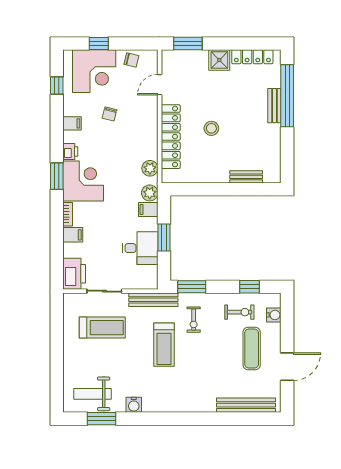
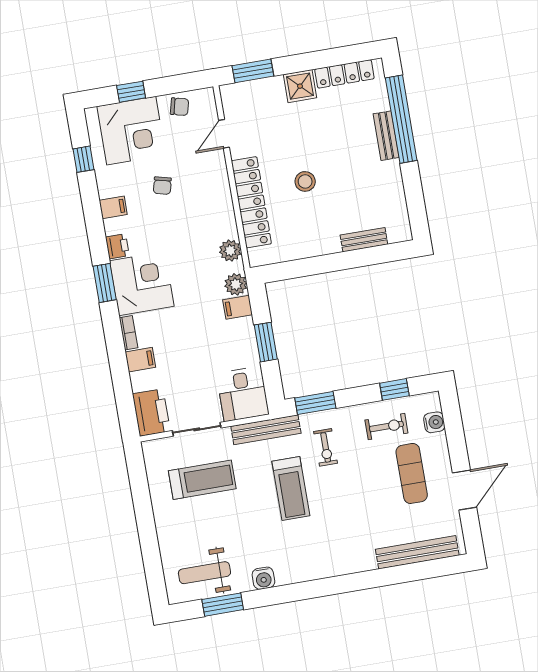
desk: (140, 248) -> (243, 394), moved, turned 90

